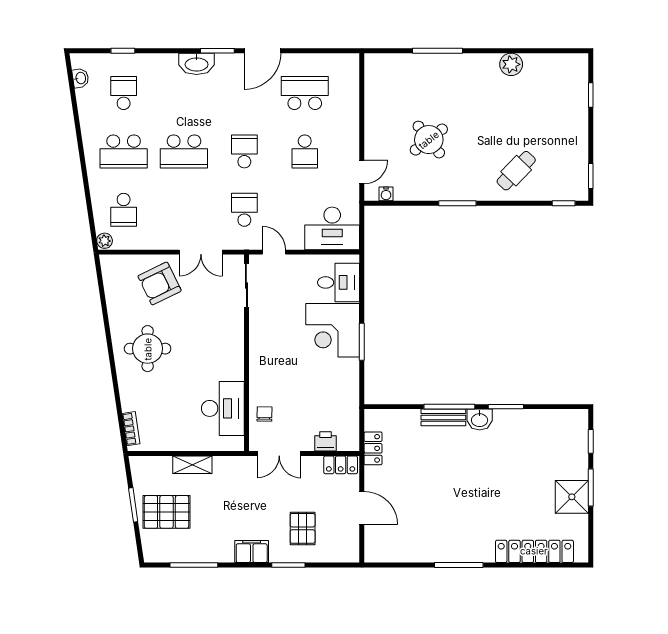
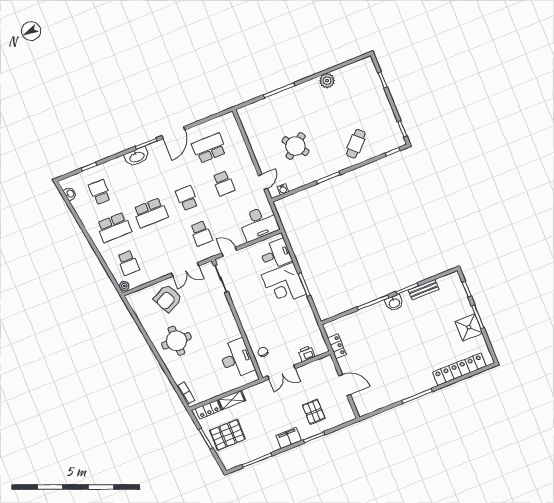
school desk: (244, 210) -> (201, 233), turned 180
bench: (443, 417) -> (424, 290), moved
locker: (341, 465) -> (208, 410), moved

